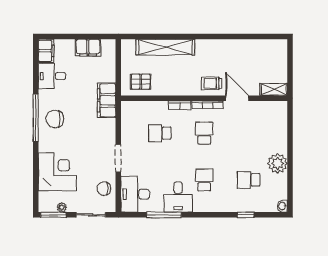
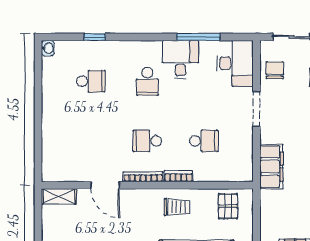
pallet: (141, 82) -> (228, 206), turned 90
trolley: (211, 83) -> (177, 207), moved
filing cabinet: (107, 100) -> (271, 167), moved
school desk: (204, 133) -> (147, 141), turned 90
plant: (278, 163) -> (54, 102), removed
chair: (104, 189) -> (275, 70), turned -90

